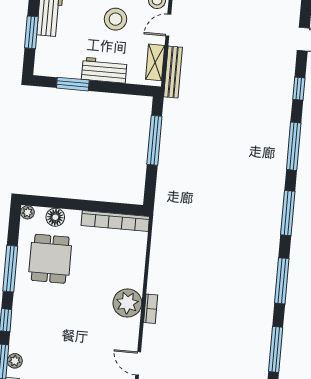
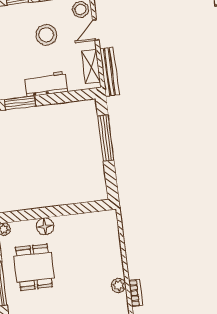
floor lamp: (55, 217) -> (45, 226), moved
bookcase: (115, 221) -> (86, 220), removed
plant: (127, 303) -> (119, 285), width x0.53, depth x0.53

